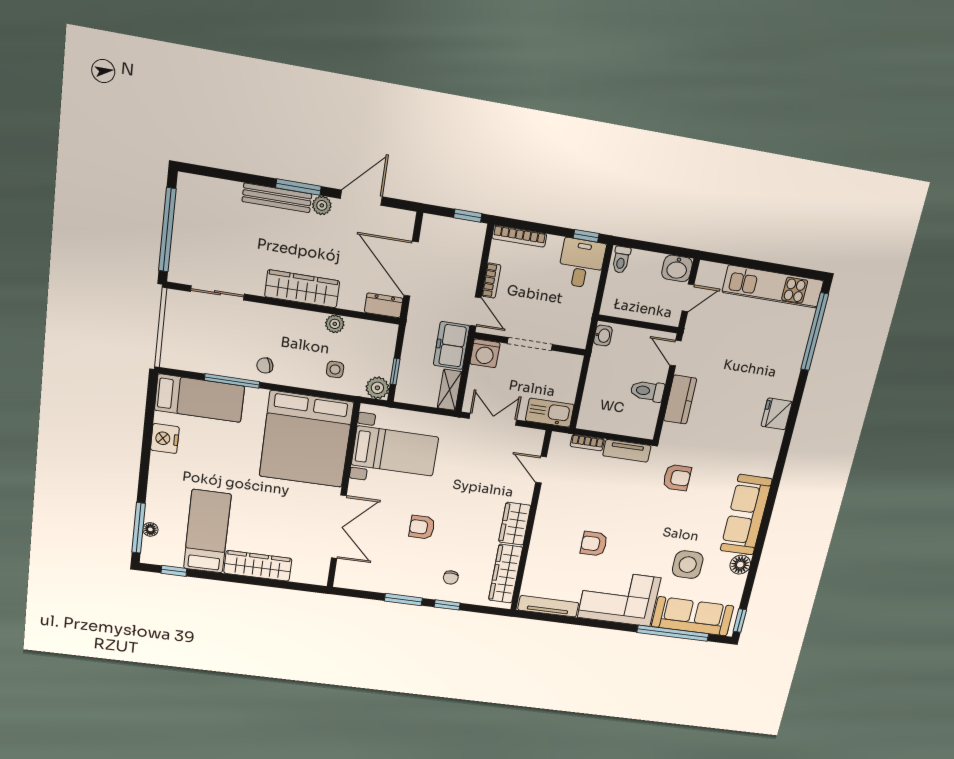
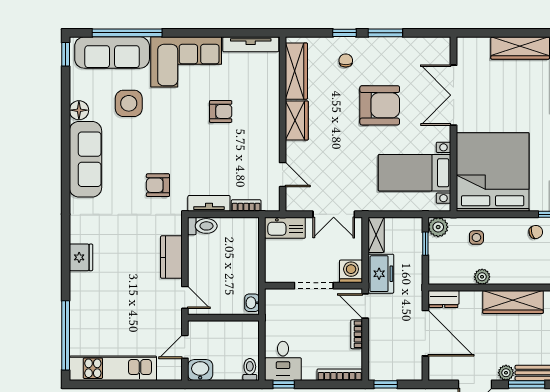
toilet: (647, 391) -> (202, 226), moved
armchair: (422, 527) -> (380, 105), width x1.88, depth x1.88

